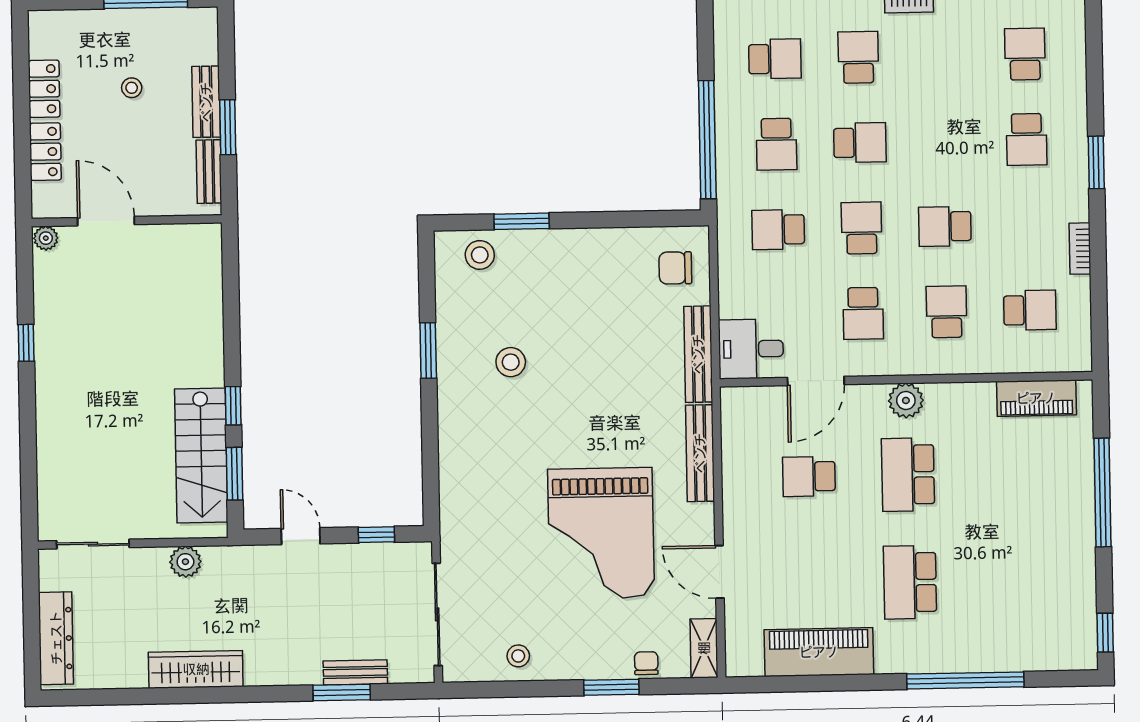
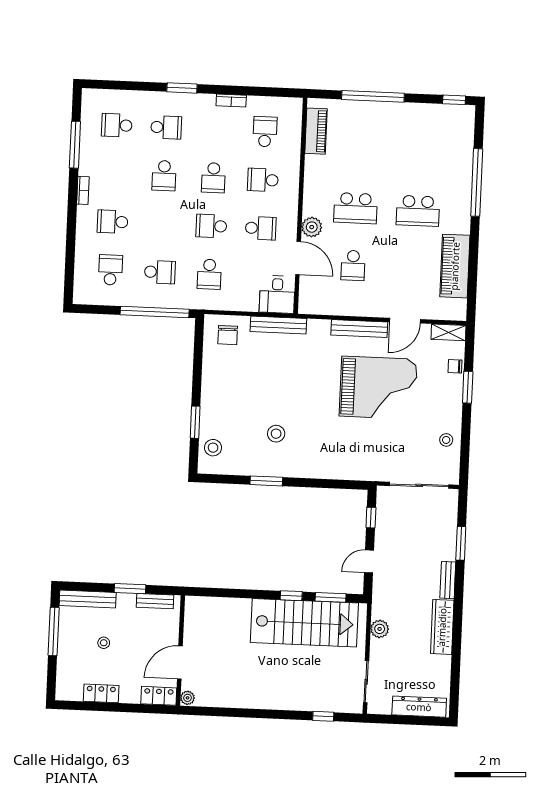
bench: (206, 102) -> (88, 599), moved, width x1.36
school desk: (860, 143) -> (164, 176), moved, turned 180
locker: (45, 152) -> (159, 696), moved
window: (26, 343) -> (323, 716), moved
plant: (906, 400) -> (312, 227), moved
bench: (700, 453) -> (359, 329), moved
stairs: (201, 455) -> (304, 623), width x1.36, depth x1.51
bench: (355, 672) -> (448, 580), moved

